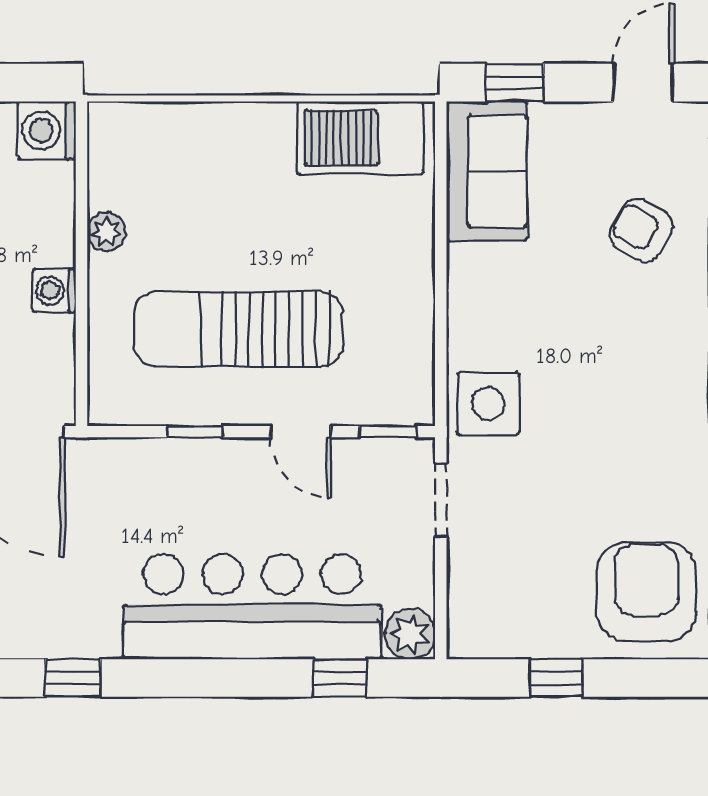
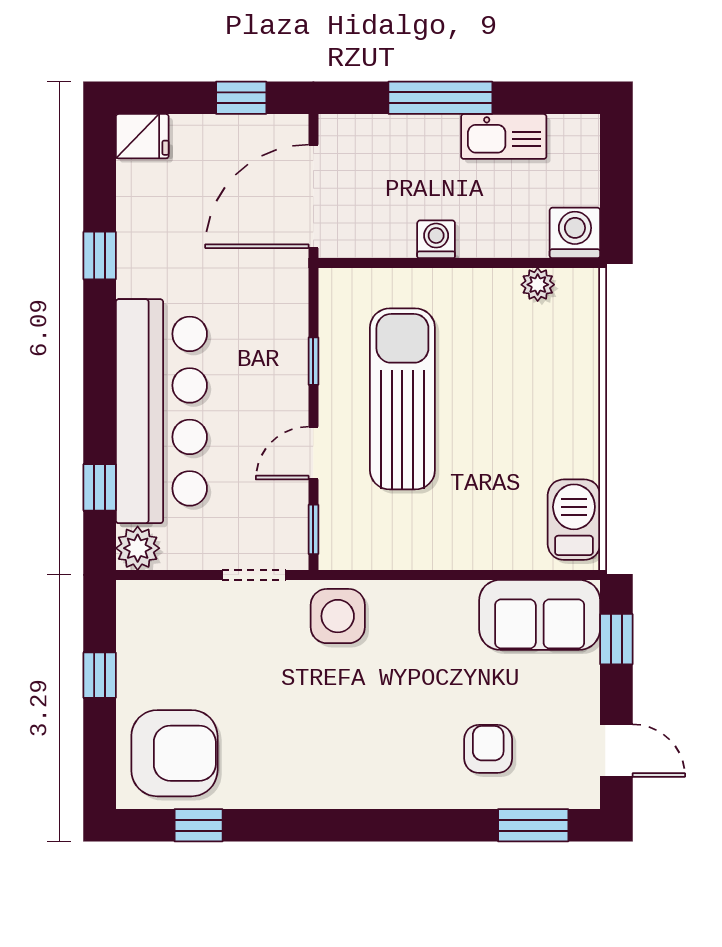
barbecue: (360, 138) -> (574, 520), width x0.73, depth x0.83
armchair: (641, 230) -> (488, 749), turned -30
plant: (106, 232) -> (538, 285), moved

